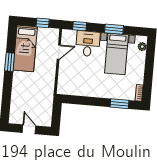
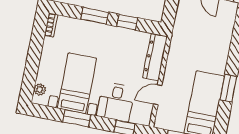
dresser: (64, 78) -> (155, 57), added
window: (86, 101) -> (127, 22), added
window: (120, 104) -> (95, 16), moved

